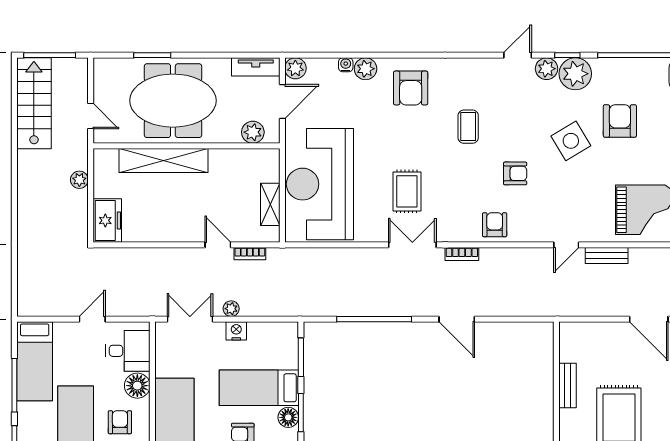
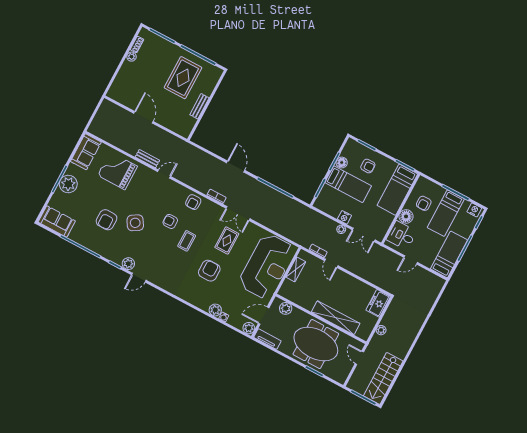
plant: (575, 74) -> (116, 254), removed
armchair: (411, 88) -> (209, 271), moved
coffee table: (468, 127) -> (187, 241), moved

